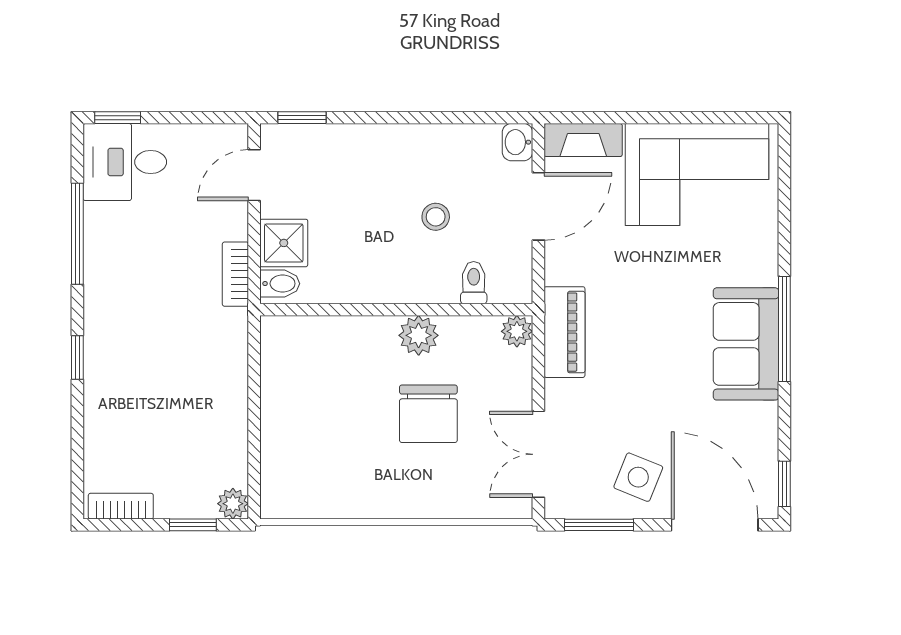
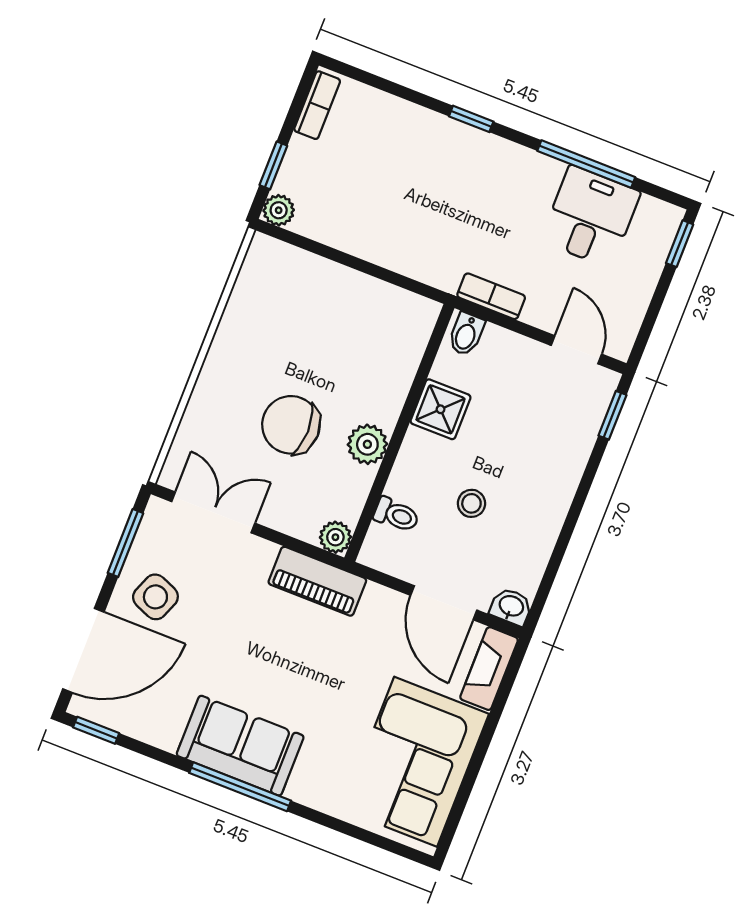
desk: (125, 162) -> (590, 217), moved
shower: (284, 243) -> (440, 409), moved

